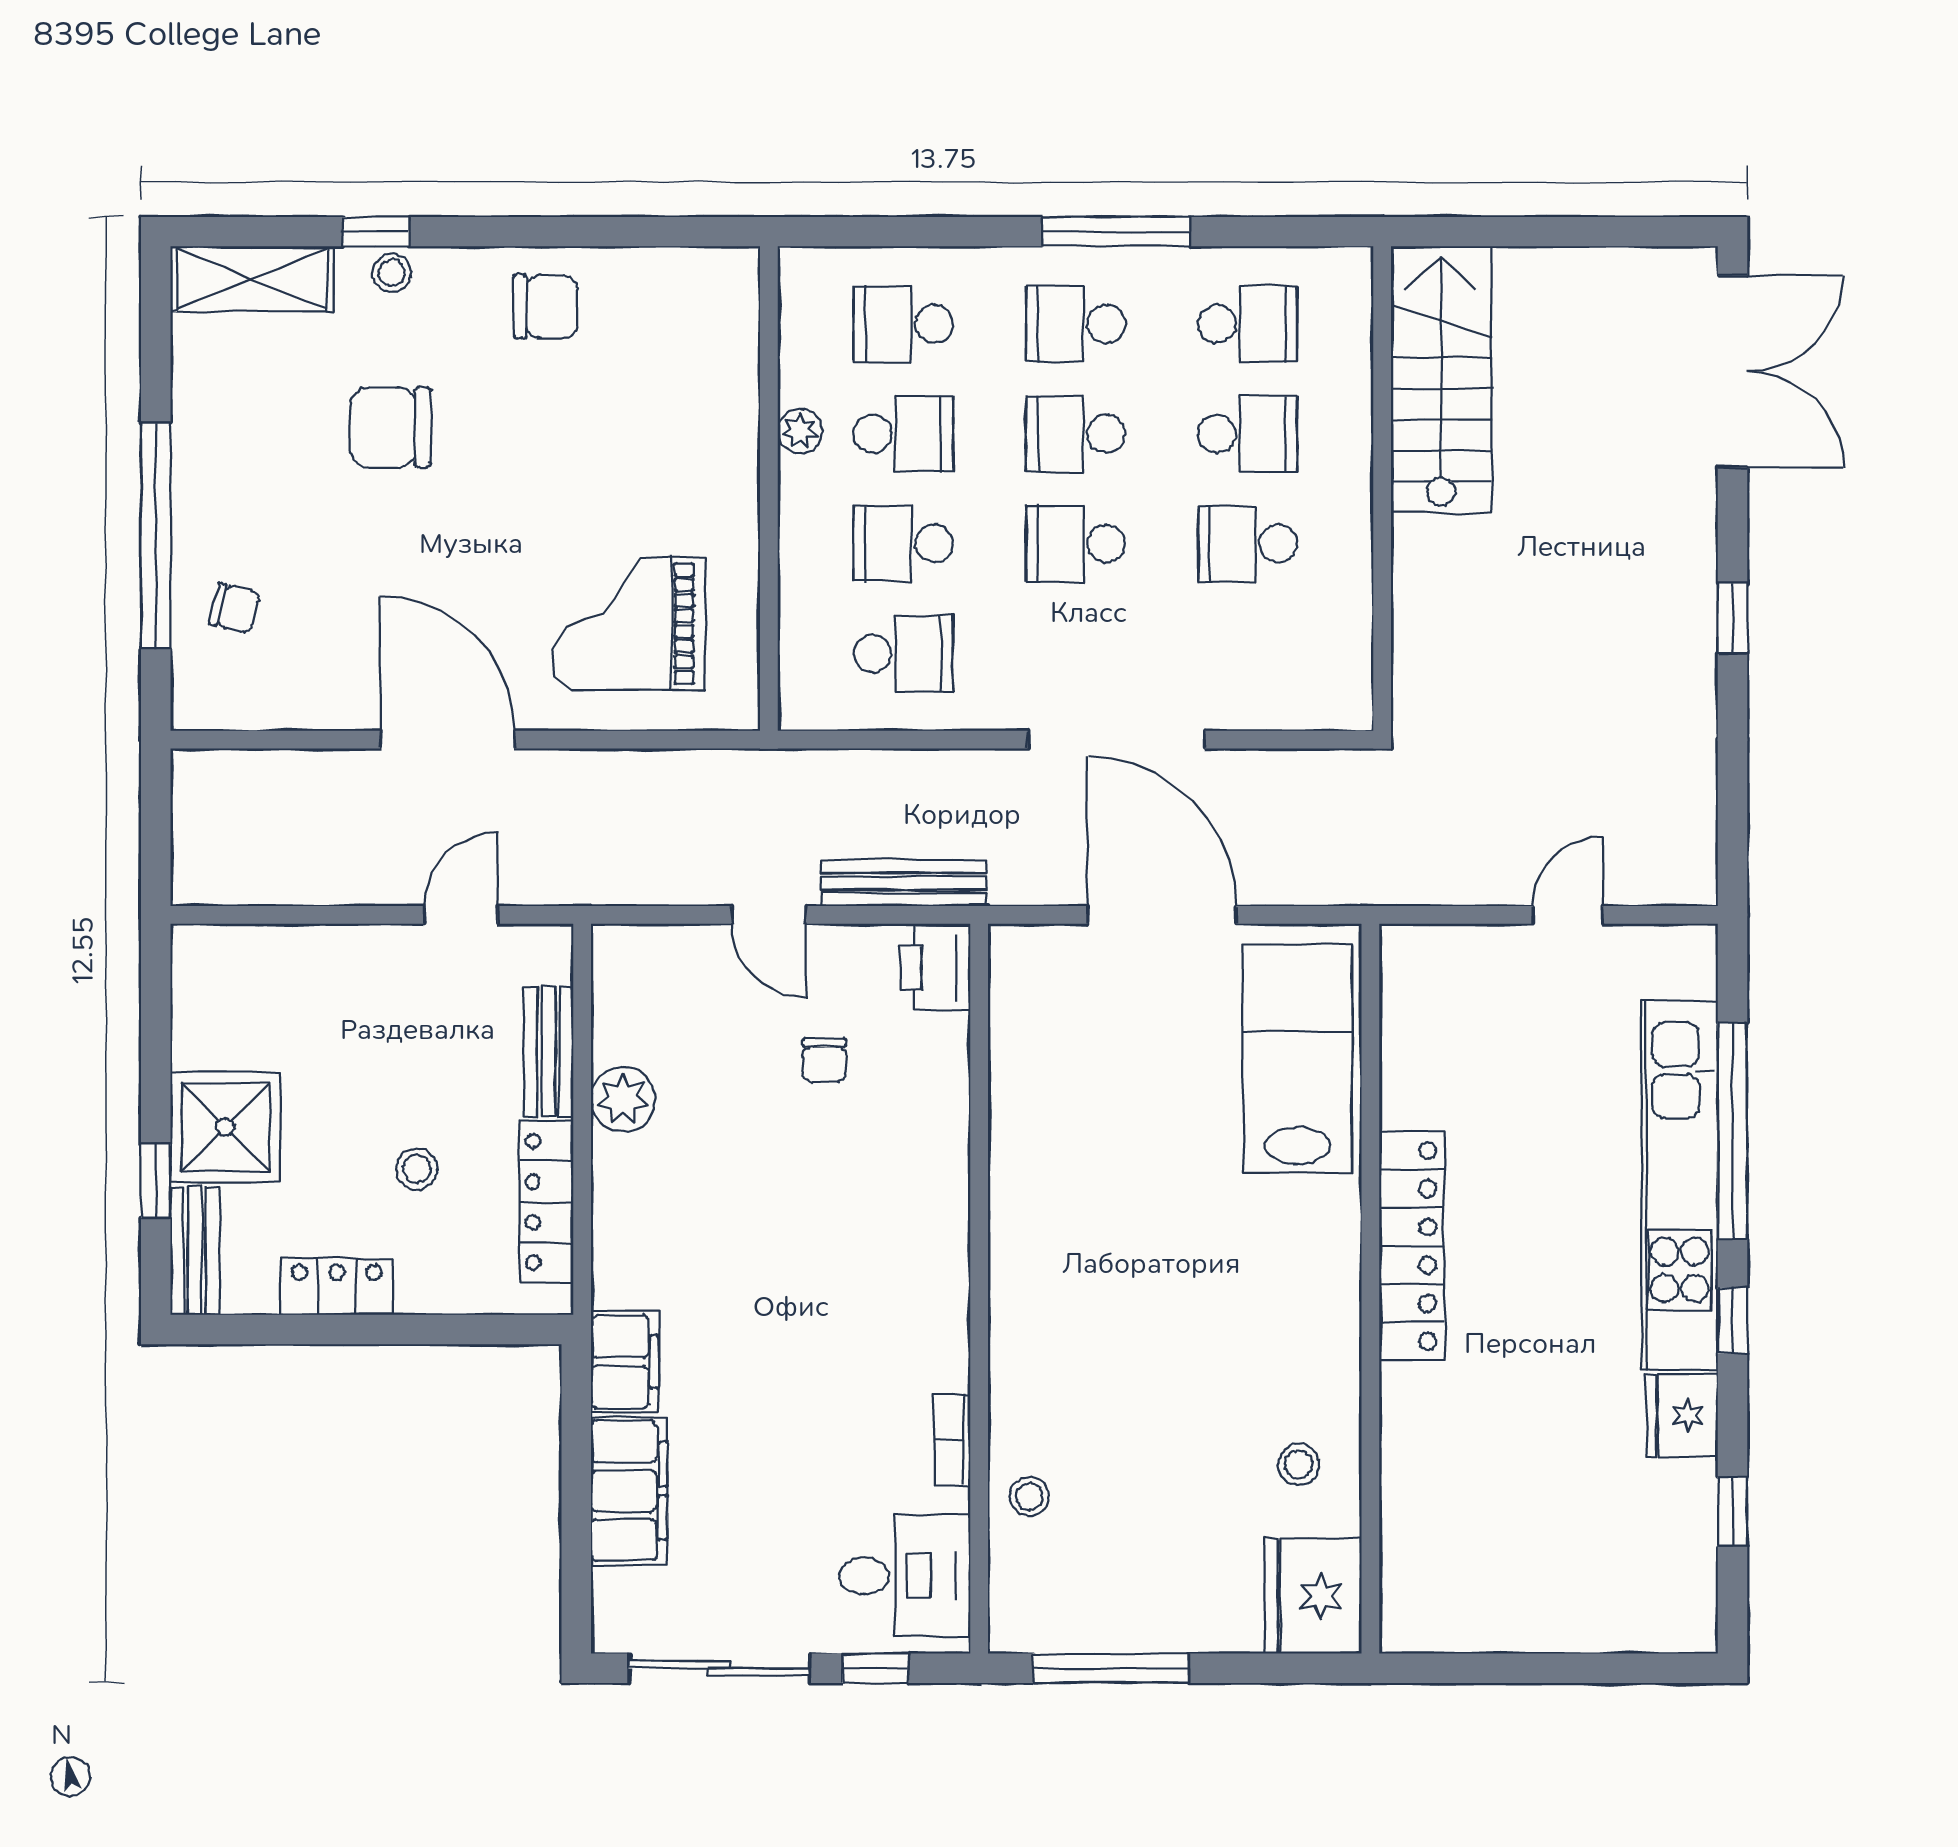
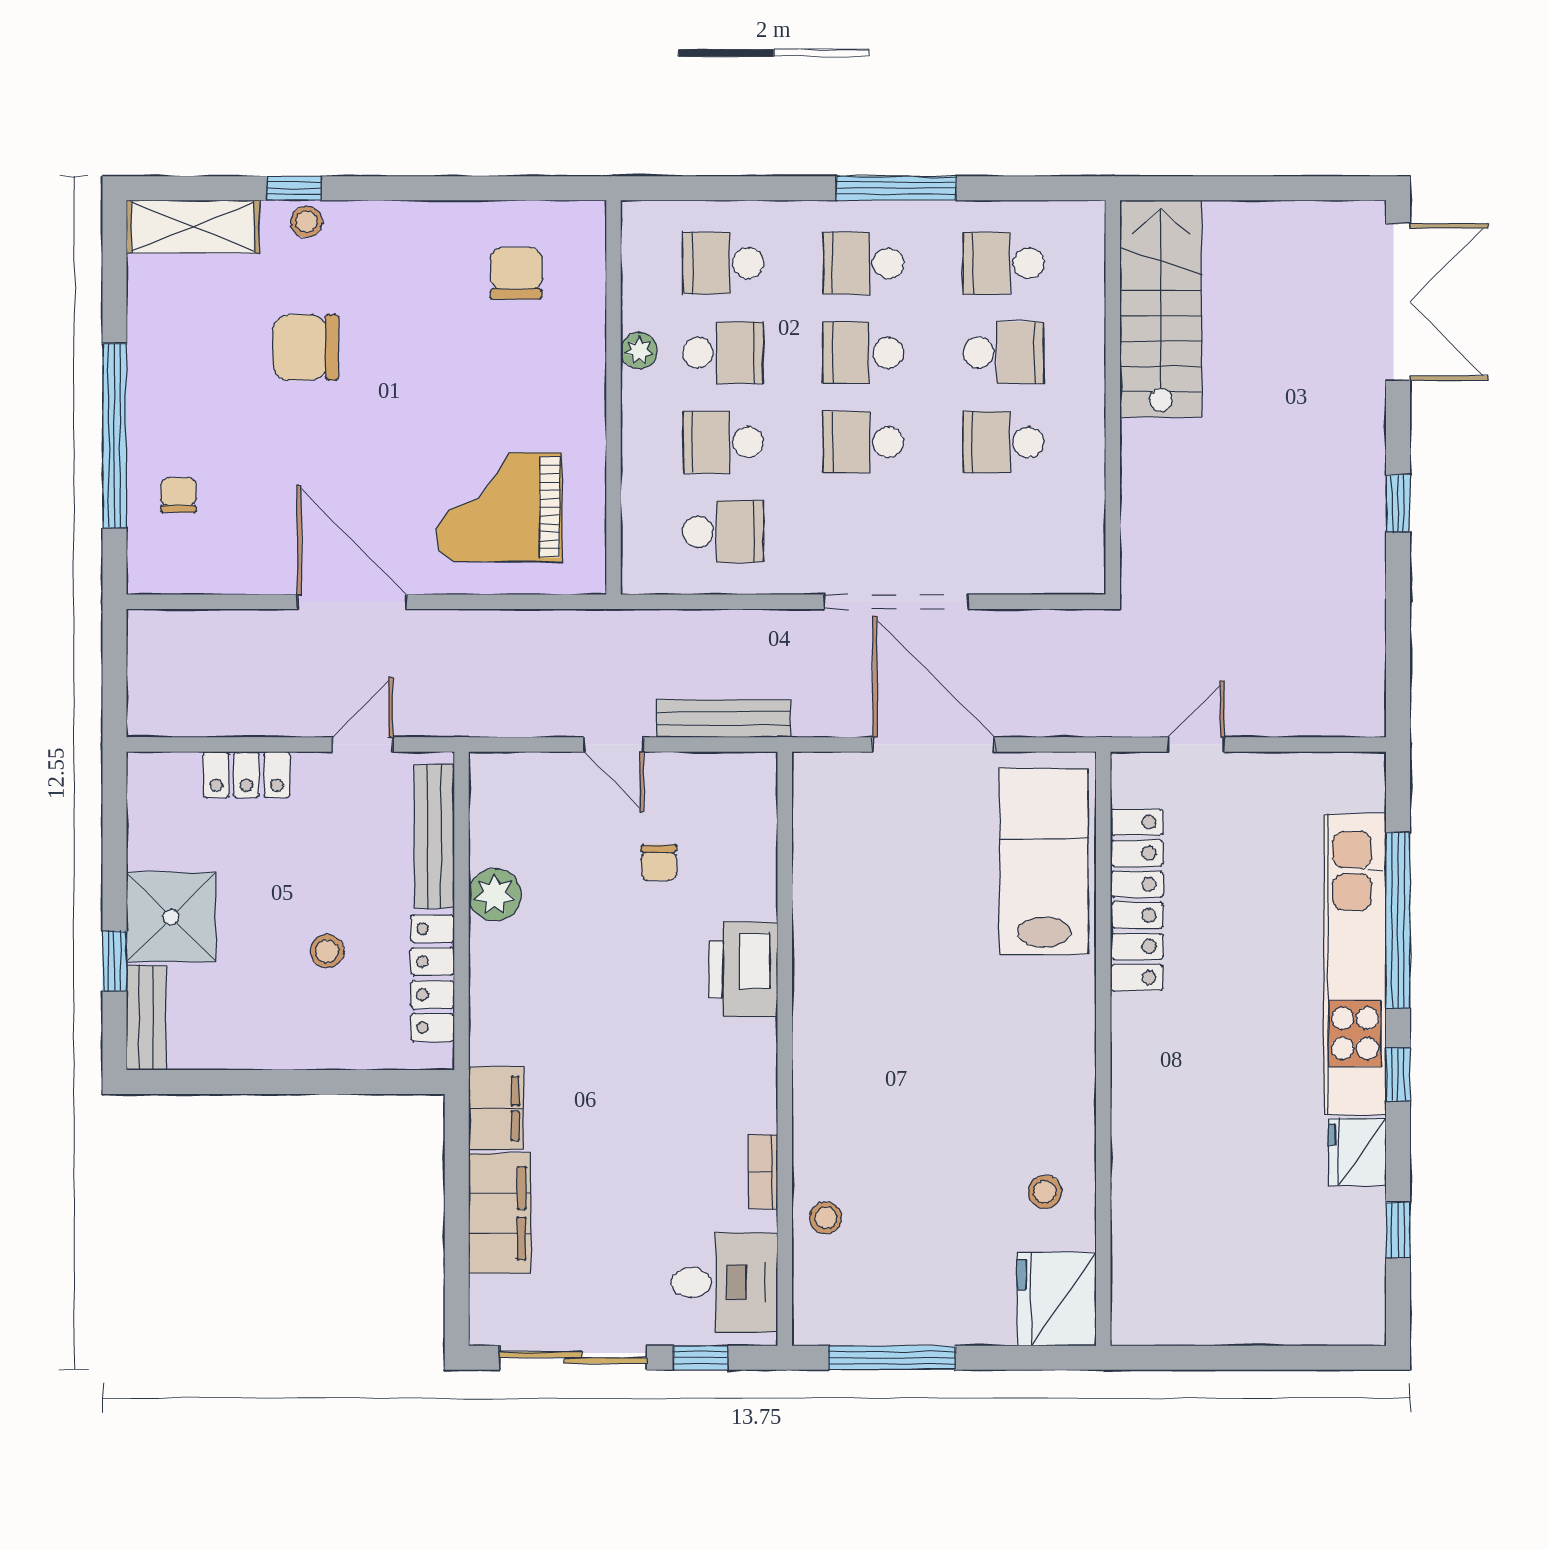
chair: (546, 307) -> (516, 273), moved, turned -90
school desk: (1248, 324) -> (1003, 263), turned 180
chair: (234, 608) -> (178, 495), turned -104
door: (1568, 915) -> (1196, 744), moved
printer: (935, 968) -> (743, 970), moved, width x1.37, depth x1.19
bench: (548, 1051) -> (434, 836), width x1.36
locker: (1412, 1246) -> (1137, 900), moved
locker: (337, 1287) -> (246, 775), moved, turned 180

